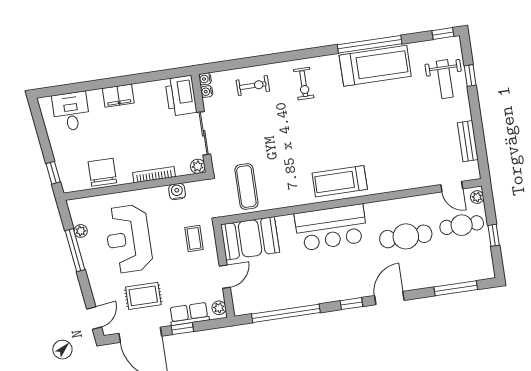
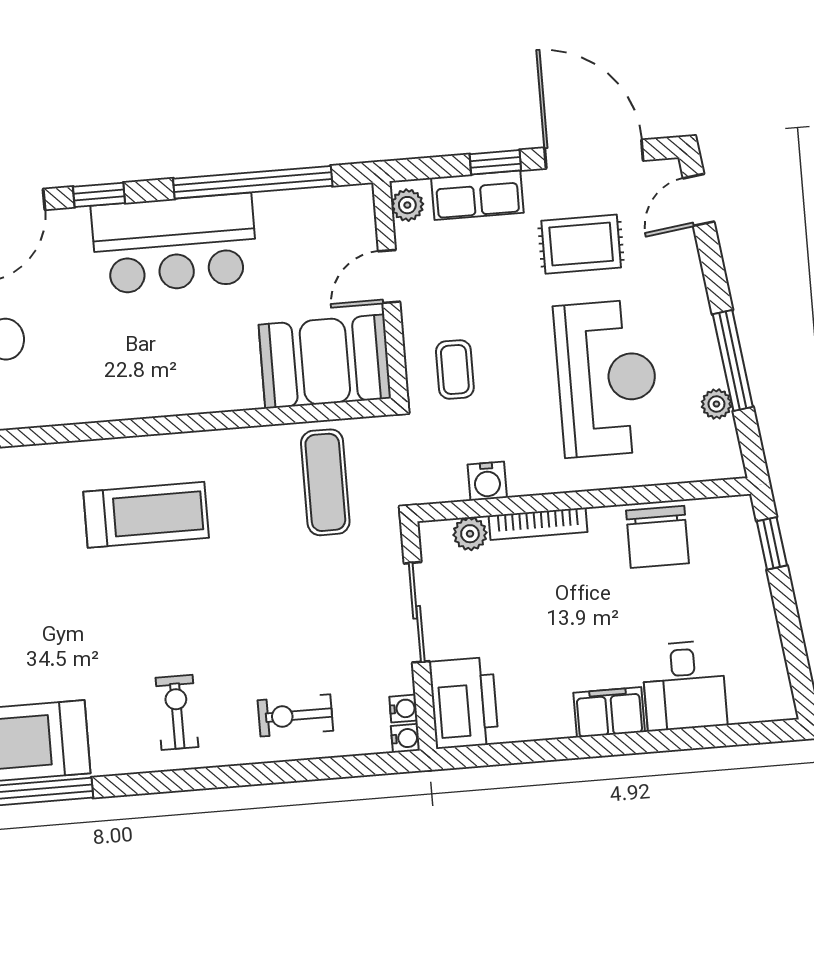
desk: (71, 111) -> (684, 686), moved
plant: (198, 166) -> (470, 534), moved
treadmill: (340, 181) -> (146, 515), moved
bar counter: (331, 227) -> (174, 244), moved, turned 180

